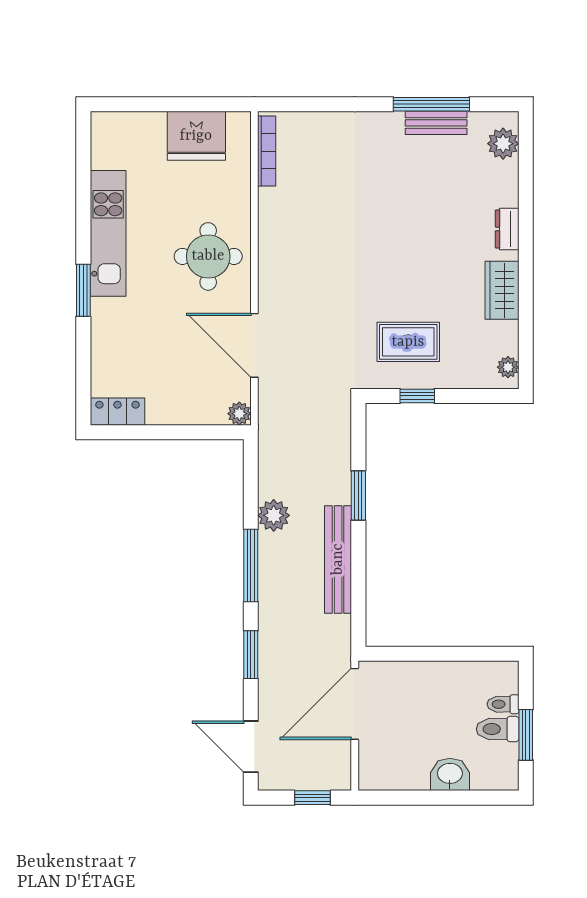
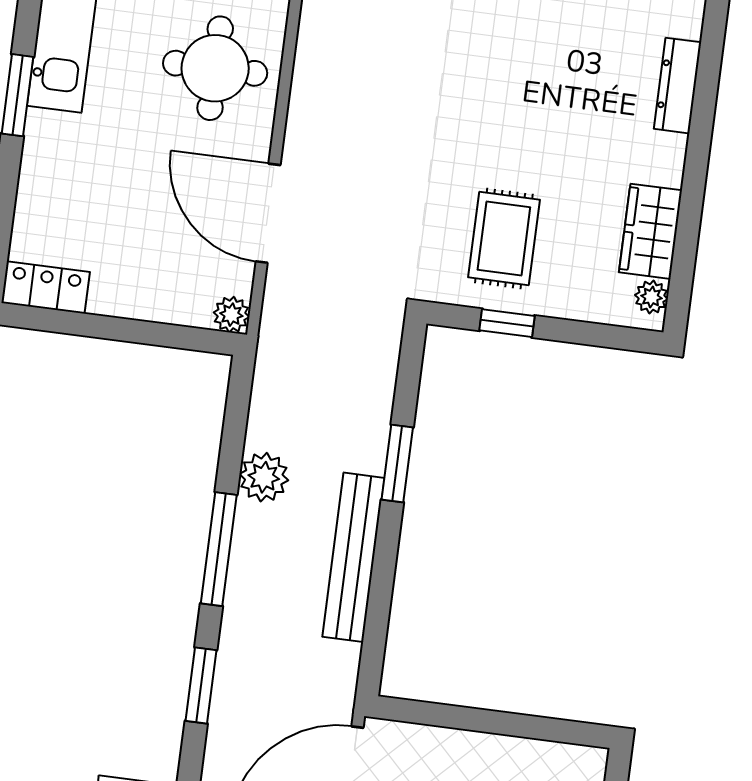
dresser: (507, 229) -> (678, 86), width x1.44
wardrobe: (502, 290) -> (651, 231), moved
rug: (408, 342) -> (504, 239), turned 90

